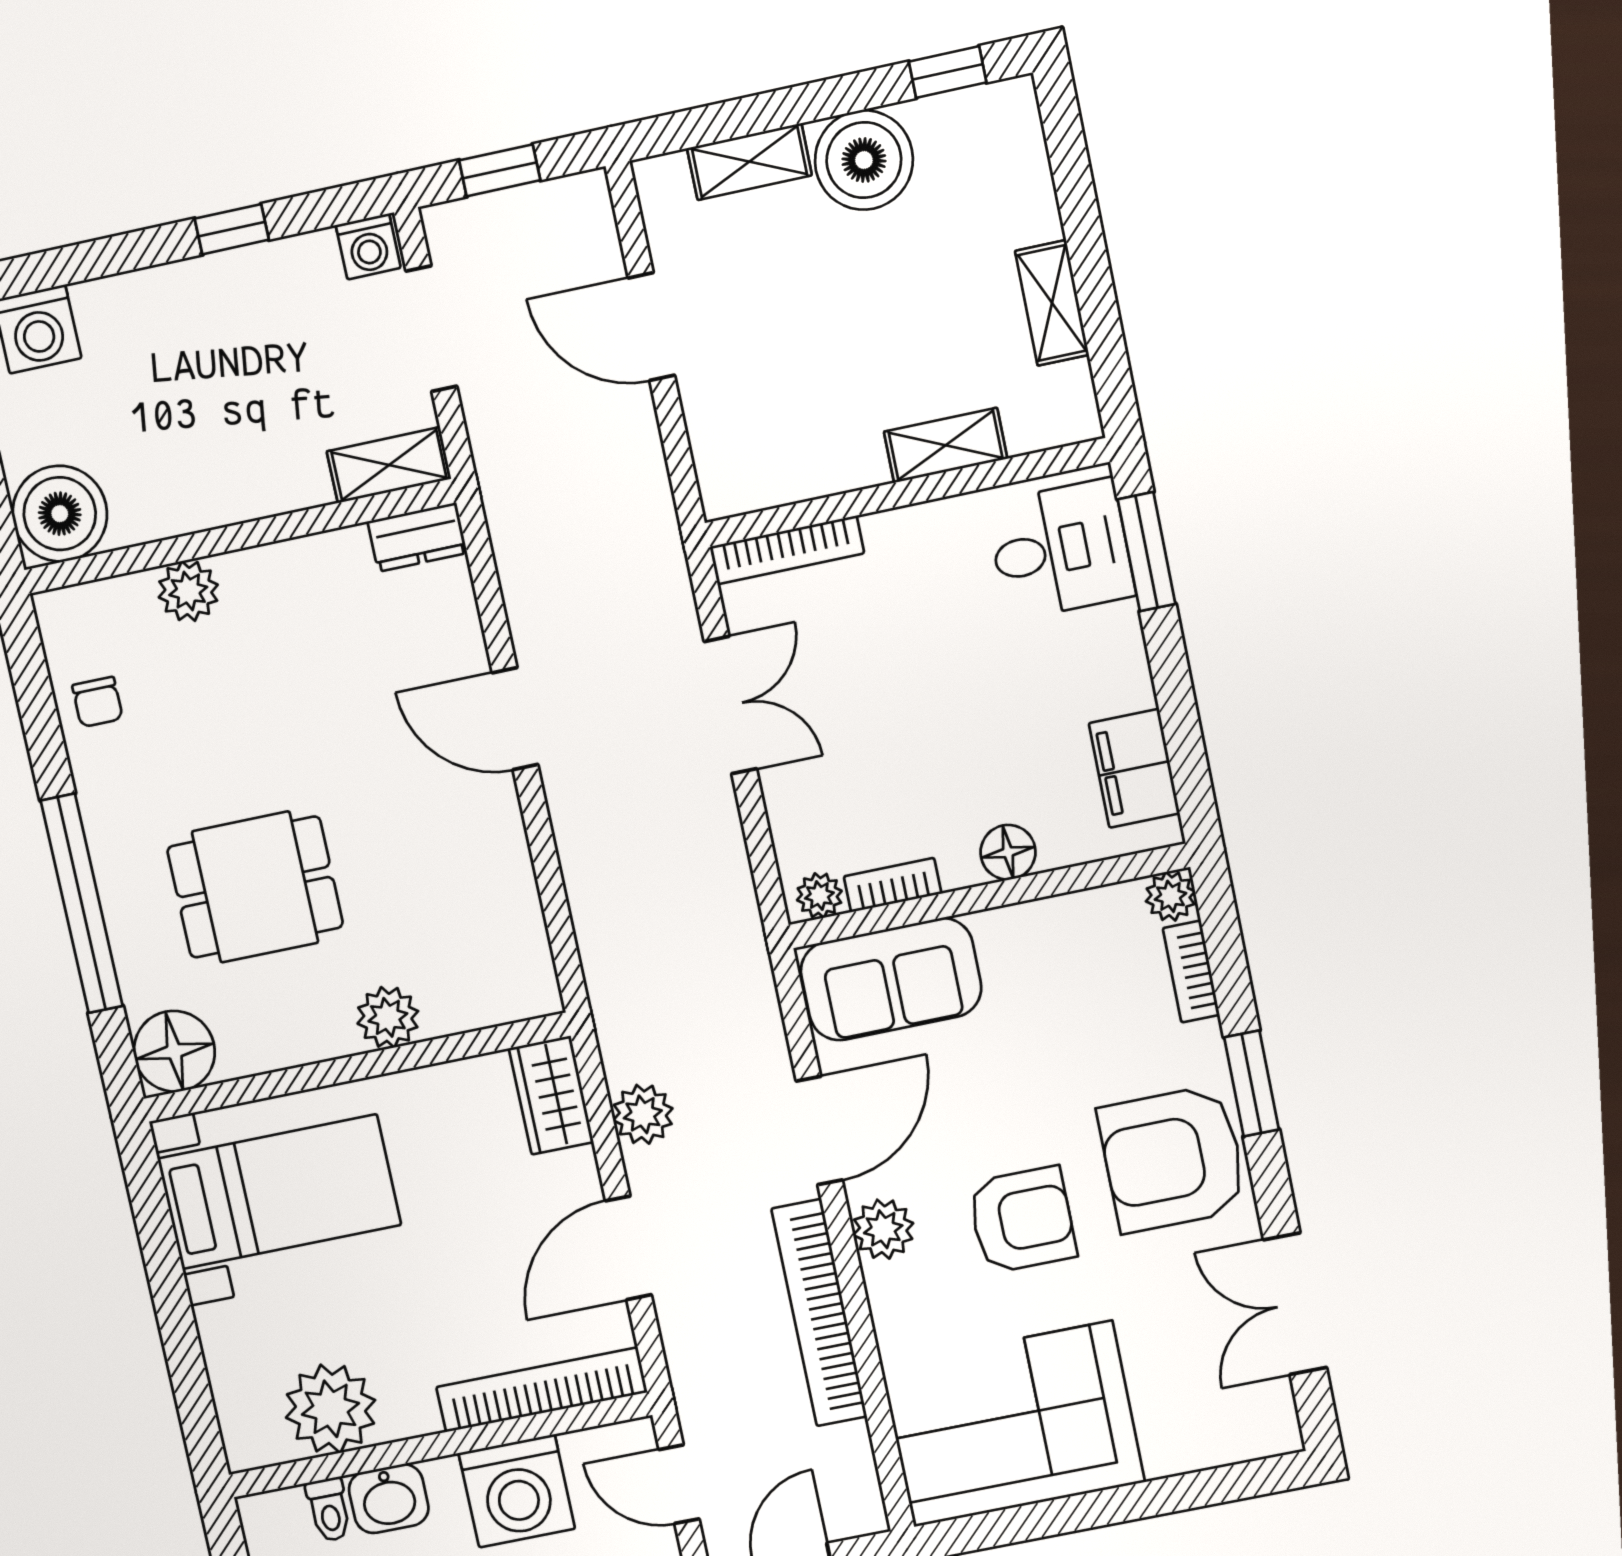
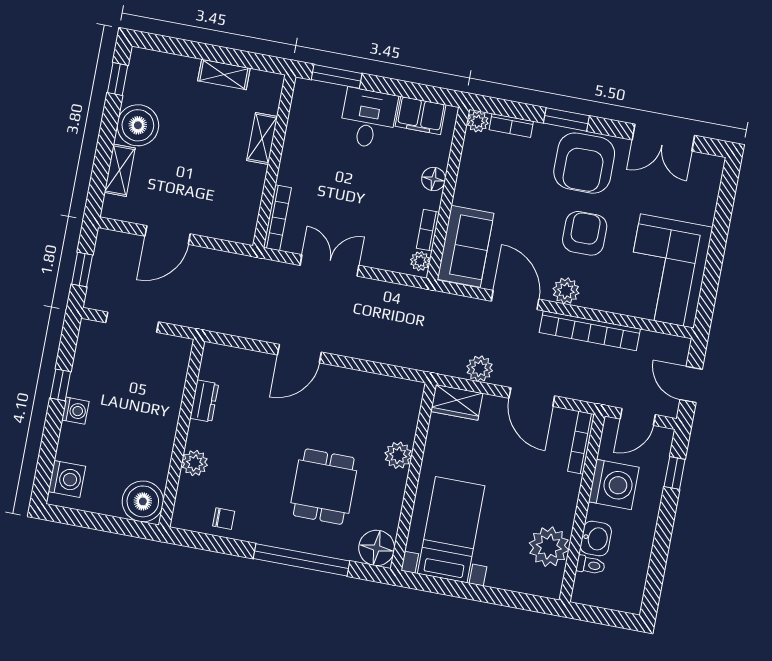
washing machine: (368, 247) -> (75, 411), moved
shelving: (389, 465) -> (178, 362), removed
dresser: (417, 537) -> (204, 401), moved
desk: (1060, 549) -> (368, 119), moved
bookcase: (542, 1390) -> (581, 443), width x0.68, depth x0.76

